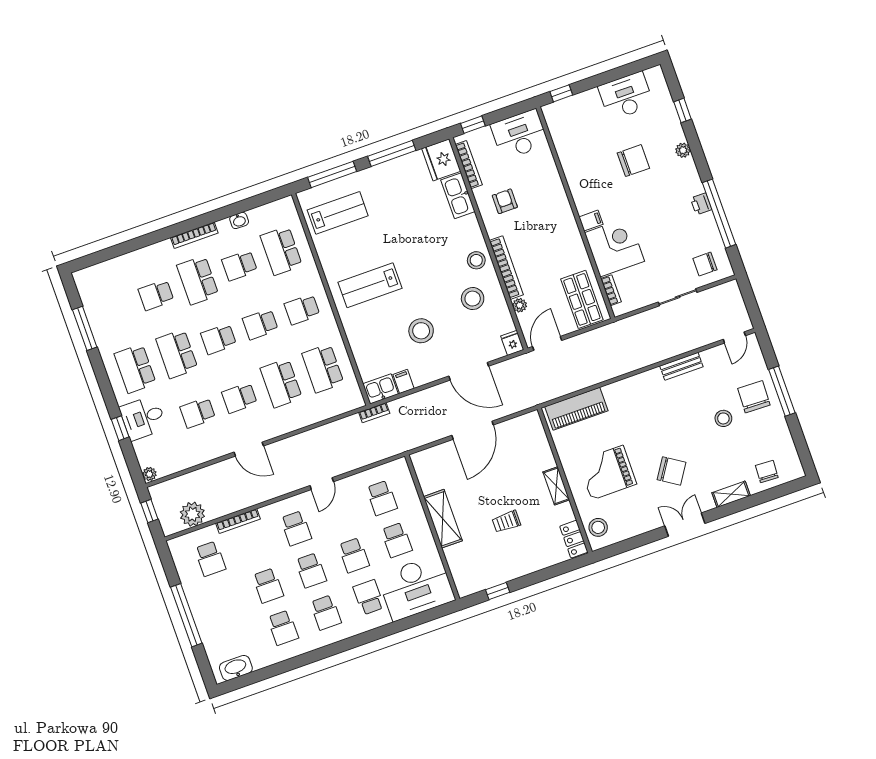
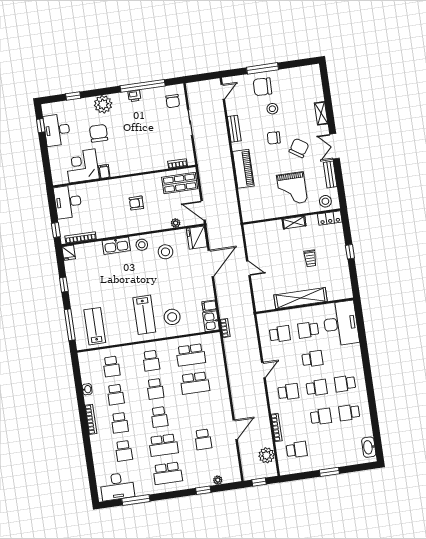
window: (561, 93) -> (41, 126), moved
plant: (683, 150) -> (103, 104), width x1.88, depth x1.88
window: (392, 153) -> (64, 285), width x0.46
fridge: (441, 160) -> (69, 253), width x0.53, depth x0.75
kitchen sink: (458, 196) -> (116, 246), moved
armchair: (505, 201) -> (136, 203), moved
filing cabinet: (591, 221) -> (104, 171), moved
corner desk: (614, 247) -> (82, 166), moved
school desk: (281, 251) -> (111, 366), width x0.54
bookcase: (506, 268) -> (150, 227), removed
school desk: (198, 280) -> (120, 423), width x0.54
stool: (421, 331) -> (172, 317), moved
door: (734, 337) -> (223, 92), hinge flipped
fridge: (512, 343) -> (197, 238), width x1.88, depth x1.34
school desk: (239, 398) -> (199, 411), removed
piano: (576, 409) -> (243, 169), moved
desk: (143, 418) -> (117, 486), moved, width x1.37
door: (473, 430) -> (248, 268), width x0.53
door: (249, 449) -> (235, 430), moved
chair: (767, 471) -> (274, 138), moved
plant: (149, 474) -> (218, 480), moved
door: (322, 484) -> (263, 370), hinge flipped
shelving: (443, 519) -> (301, 298), width x1.47
bench: (640, 527) -> (330, 175), added
school desk: (397, 540) -> (308, 330), turned 180
window: (498, 591) -> (350, 252), moved
school desk: (369, 597) -> (341, 355), removed
school desk: (326, 612) -> (345, 384), turned 180
window: (186, 615) -> (329, 472), width x0.47
school desk: (283, 628) -> (349, 412), turned 180

